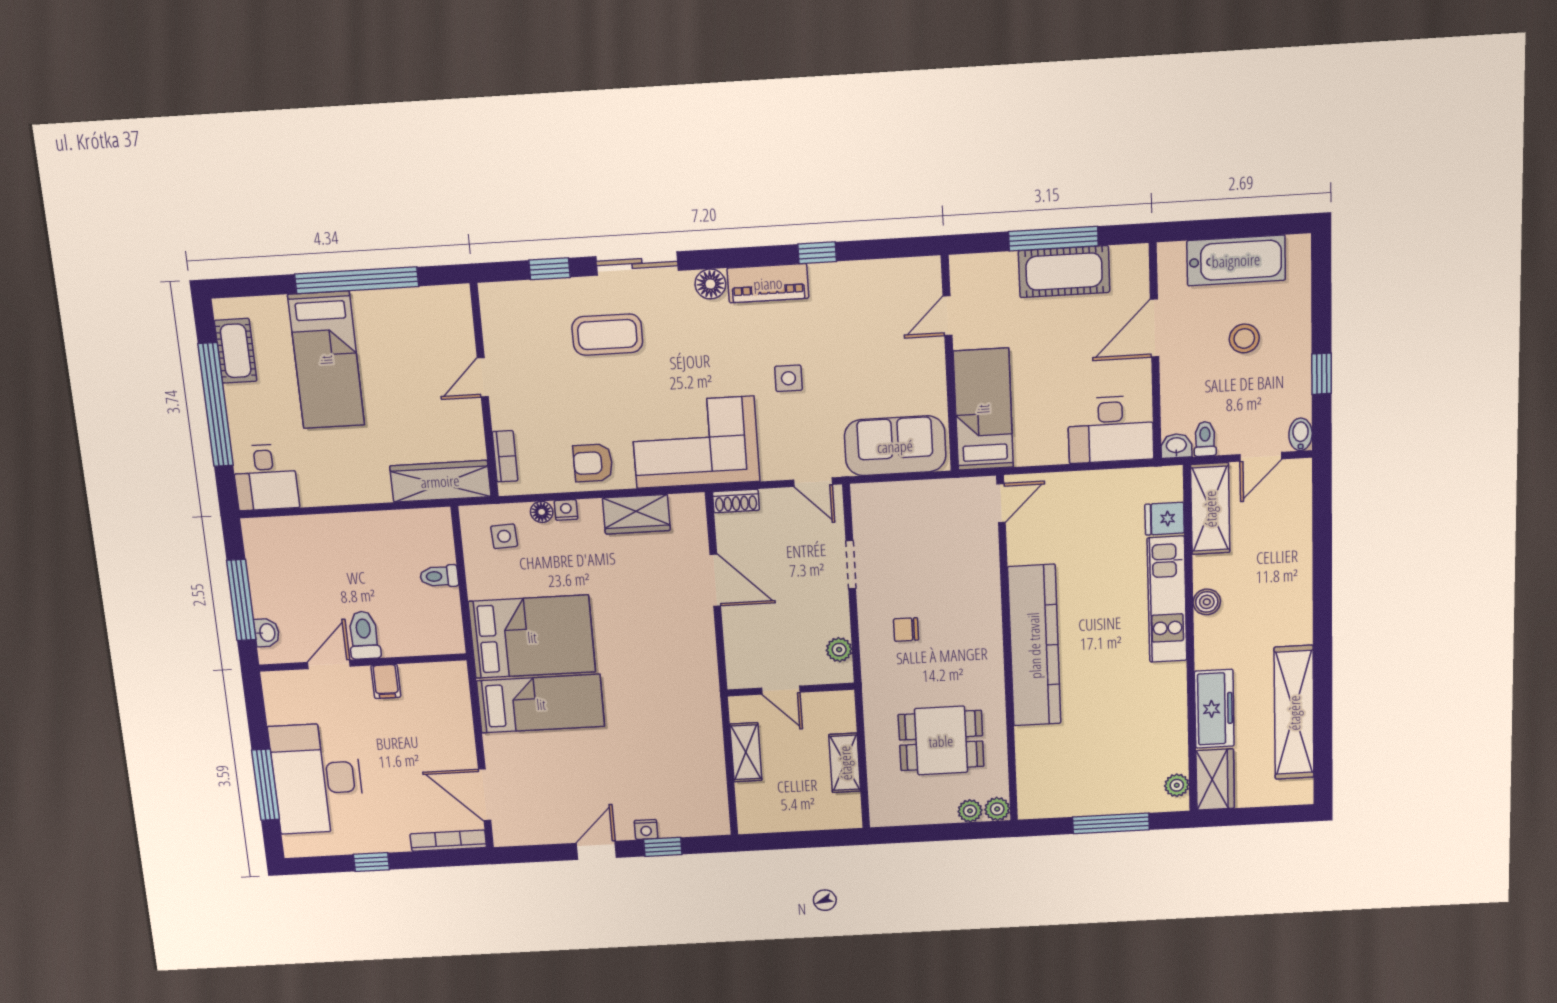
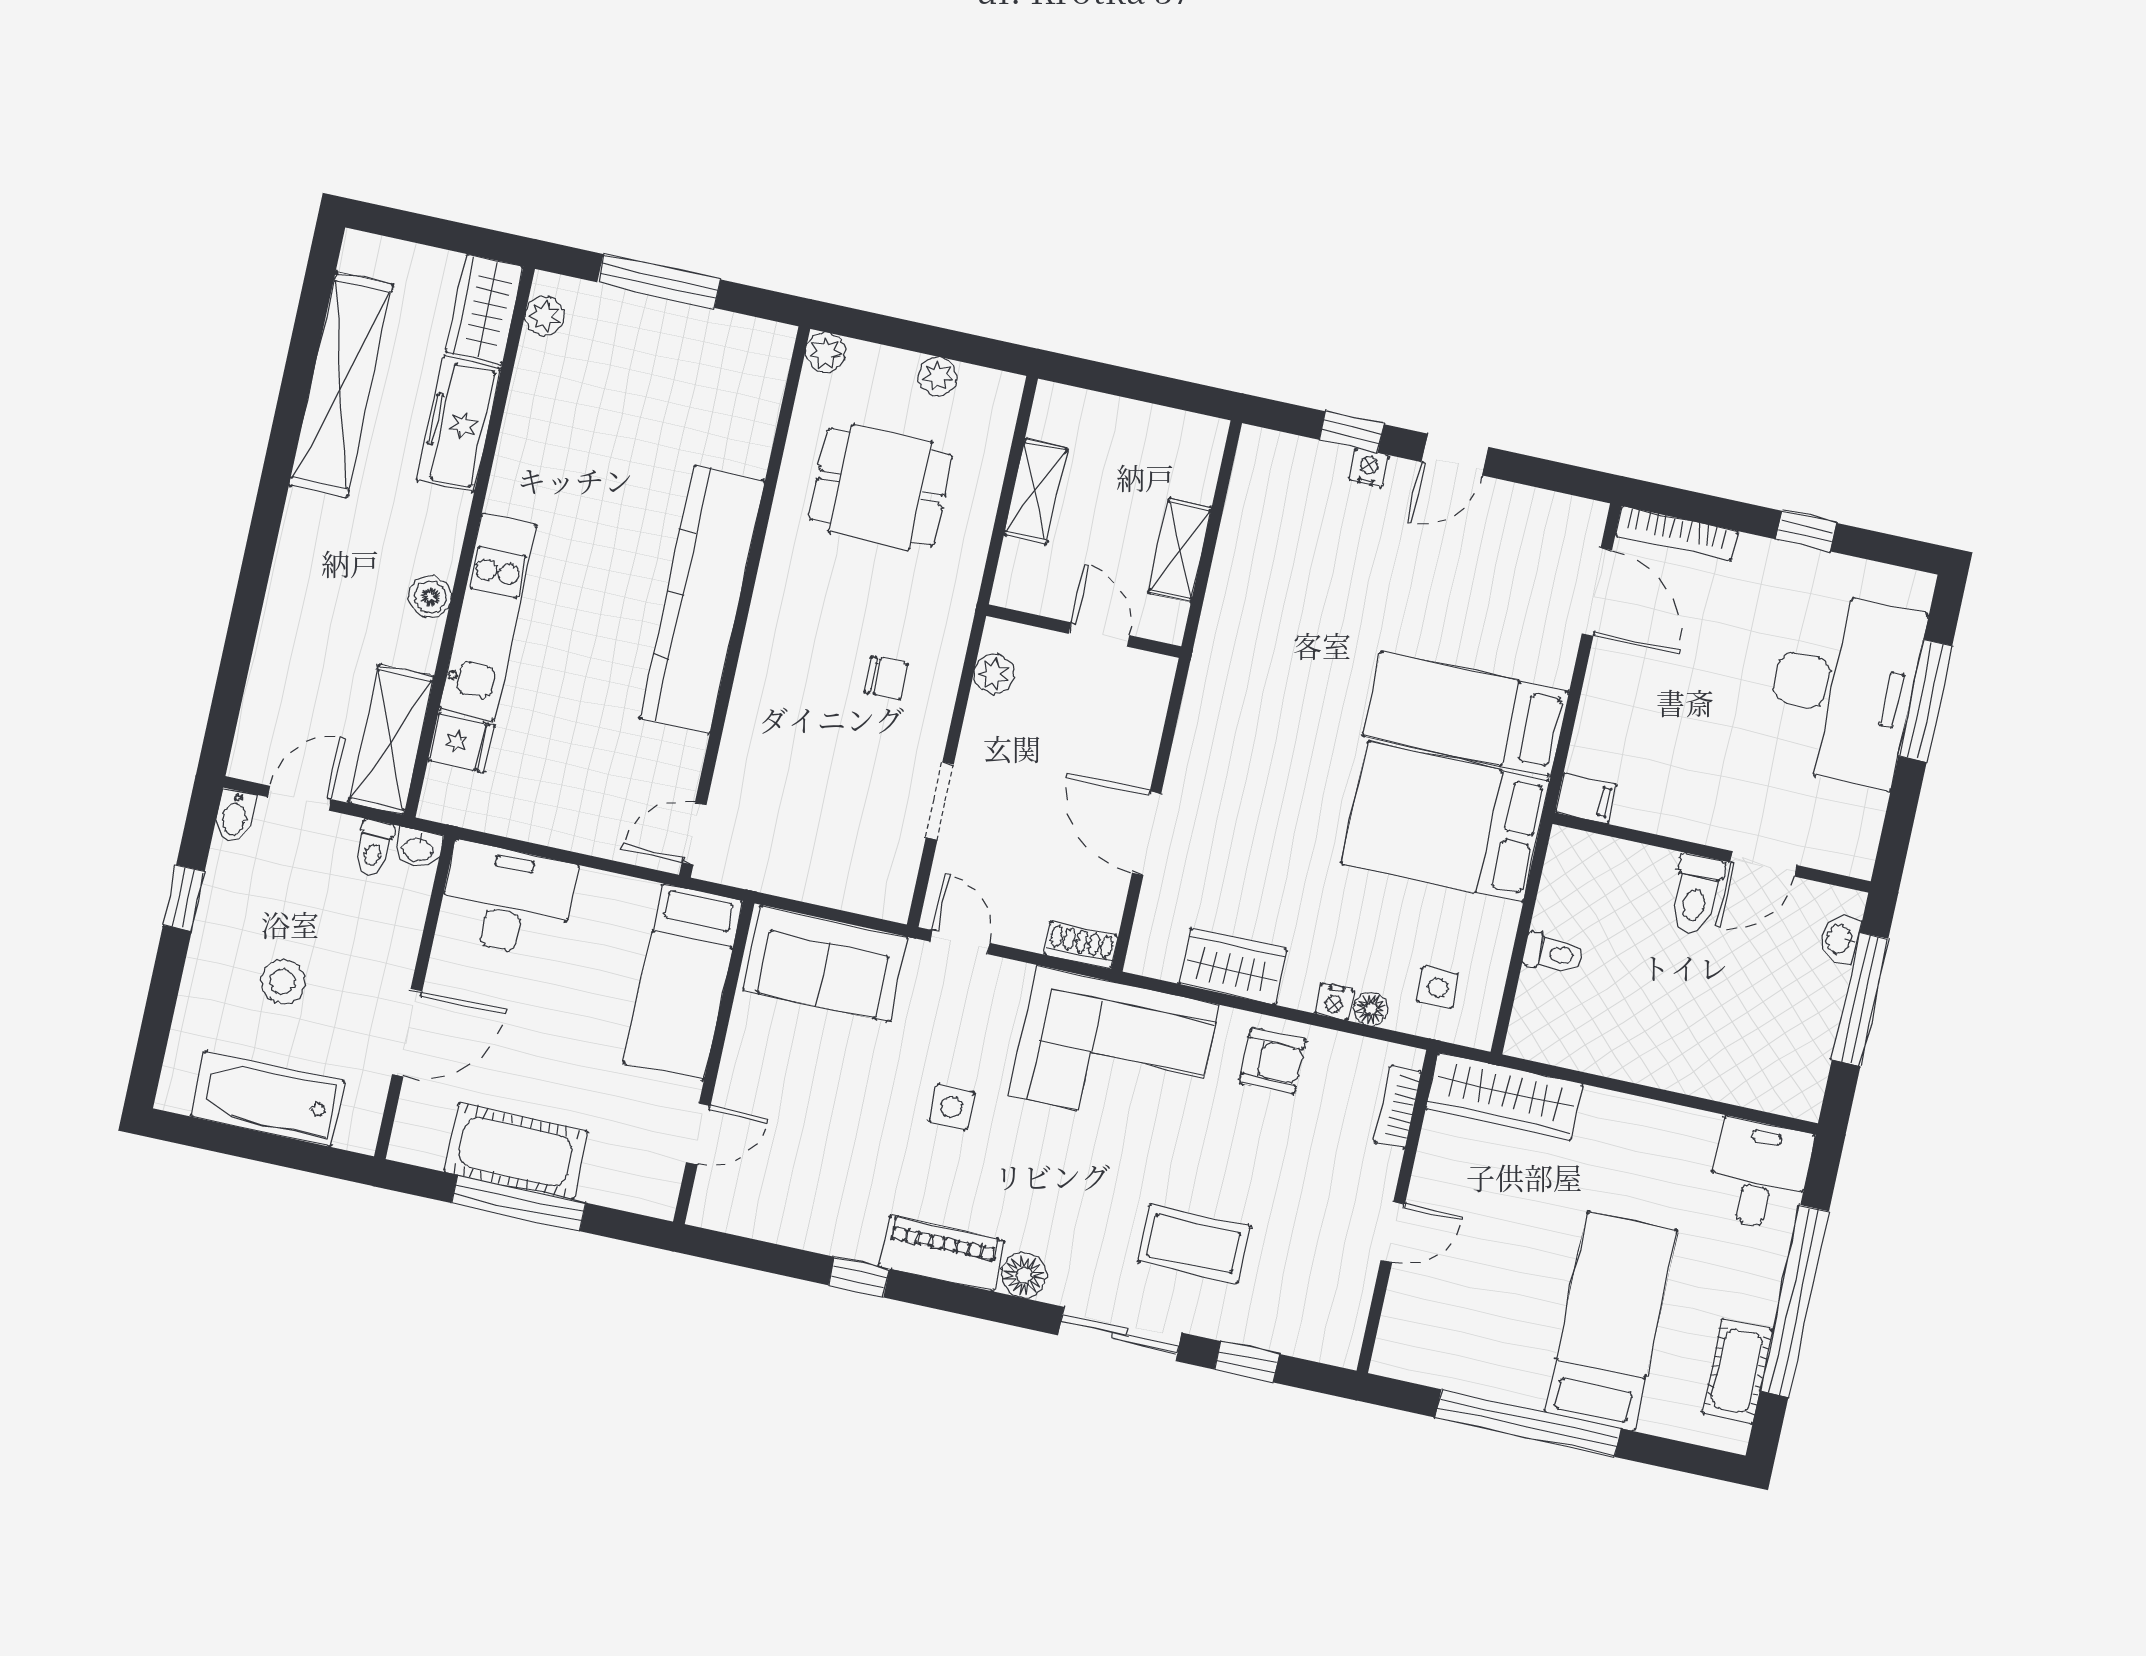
filing cabinet: (386, 681) -> (1586, 798), moved, turned 90
plant: (970, 811) -> (938, 376), moved

